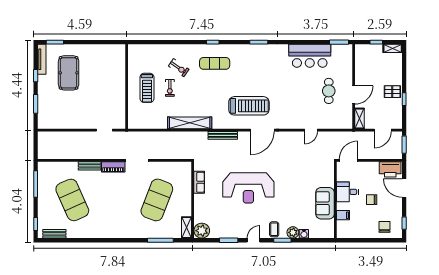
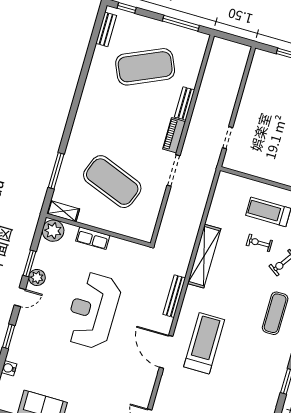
treadmill: (249, 106) -> (204, 343), turned 180
row of seats: (199, 182) -> (93, 238), moved
coffee table: (274, 229) -> (27, 329), removed
plant: (293, 232) -> (37, 277), moved
door: (254, 240) -> (20, 297), hinge flipped

